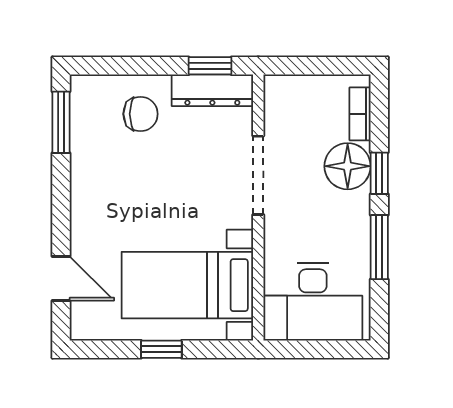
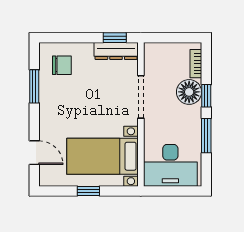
chair: (141, 114) -> (62, 65), moved
window: (61, 122) -> (34, 86), moved

